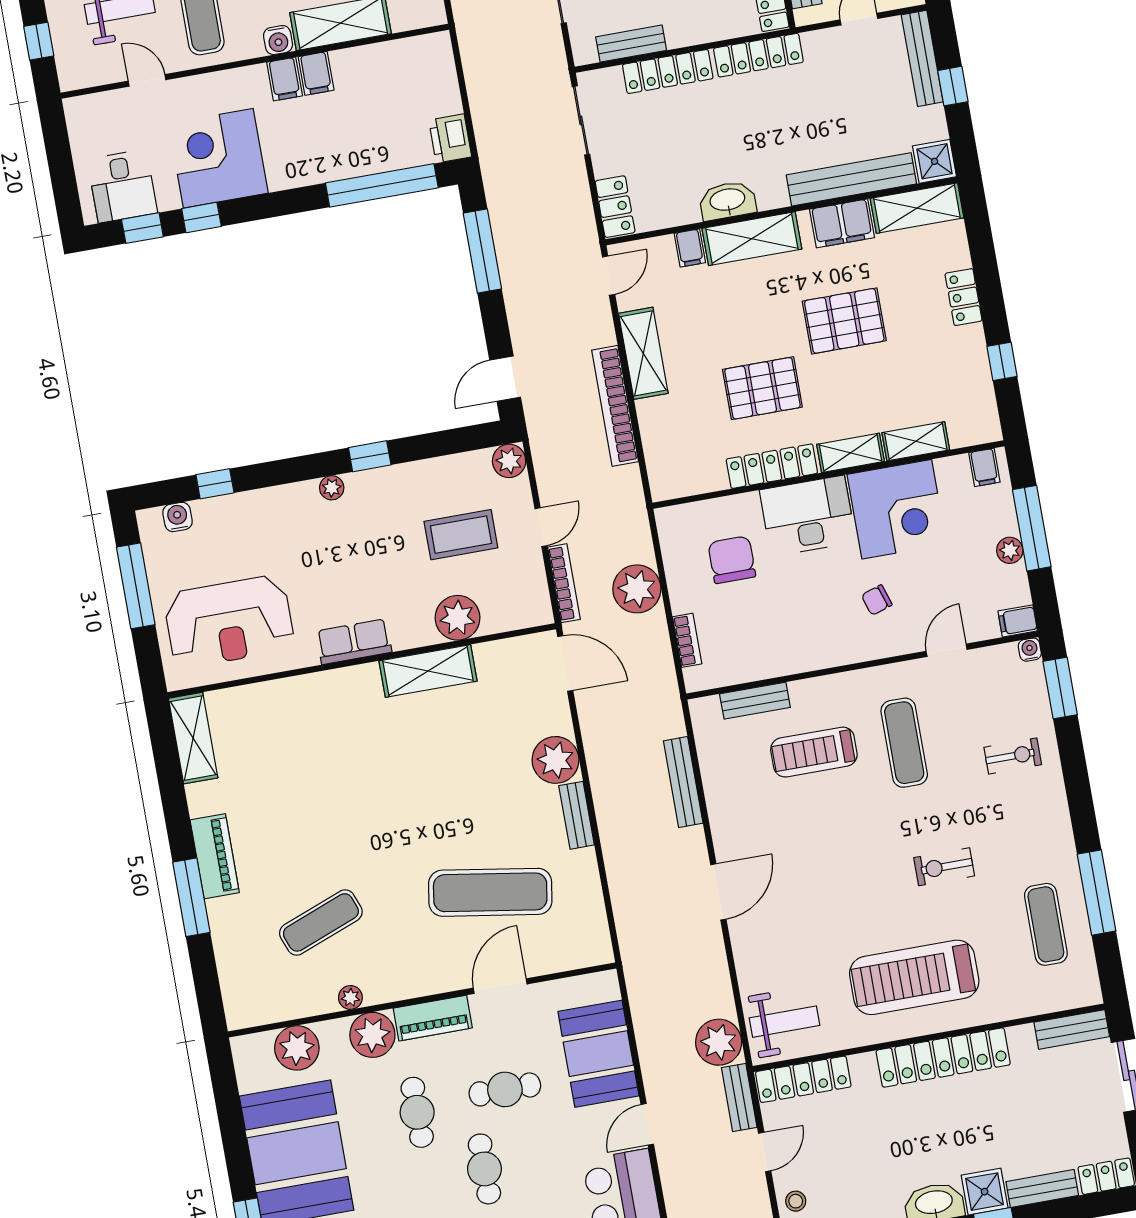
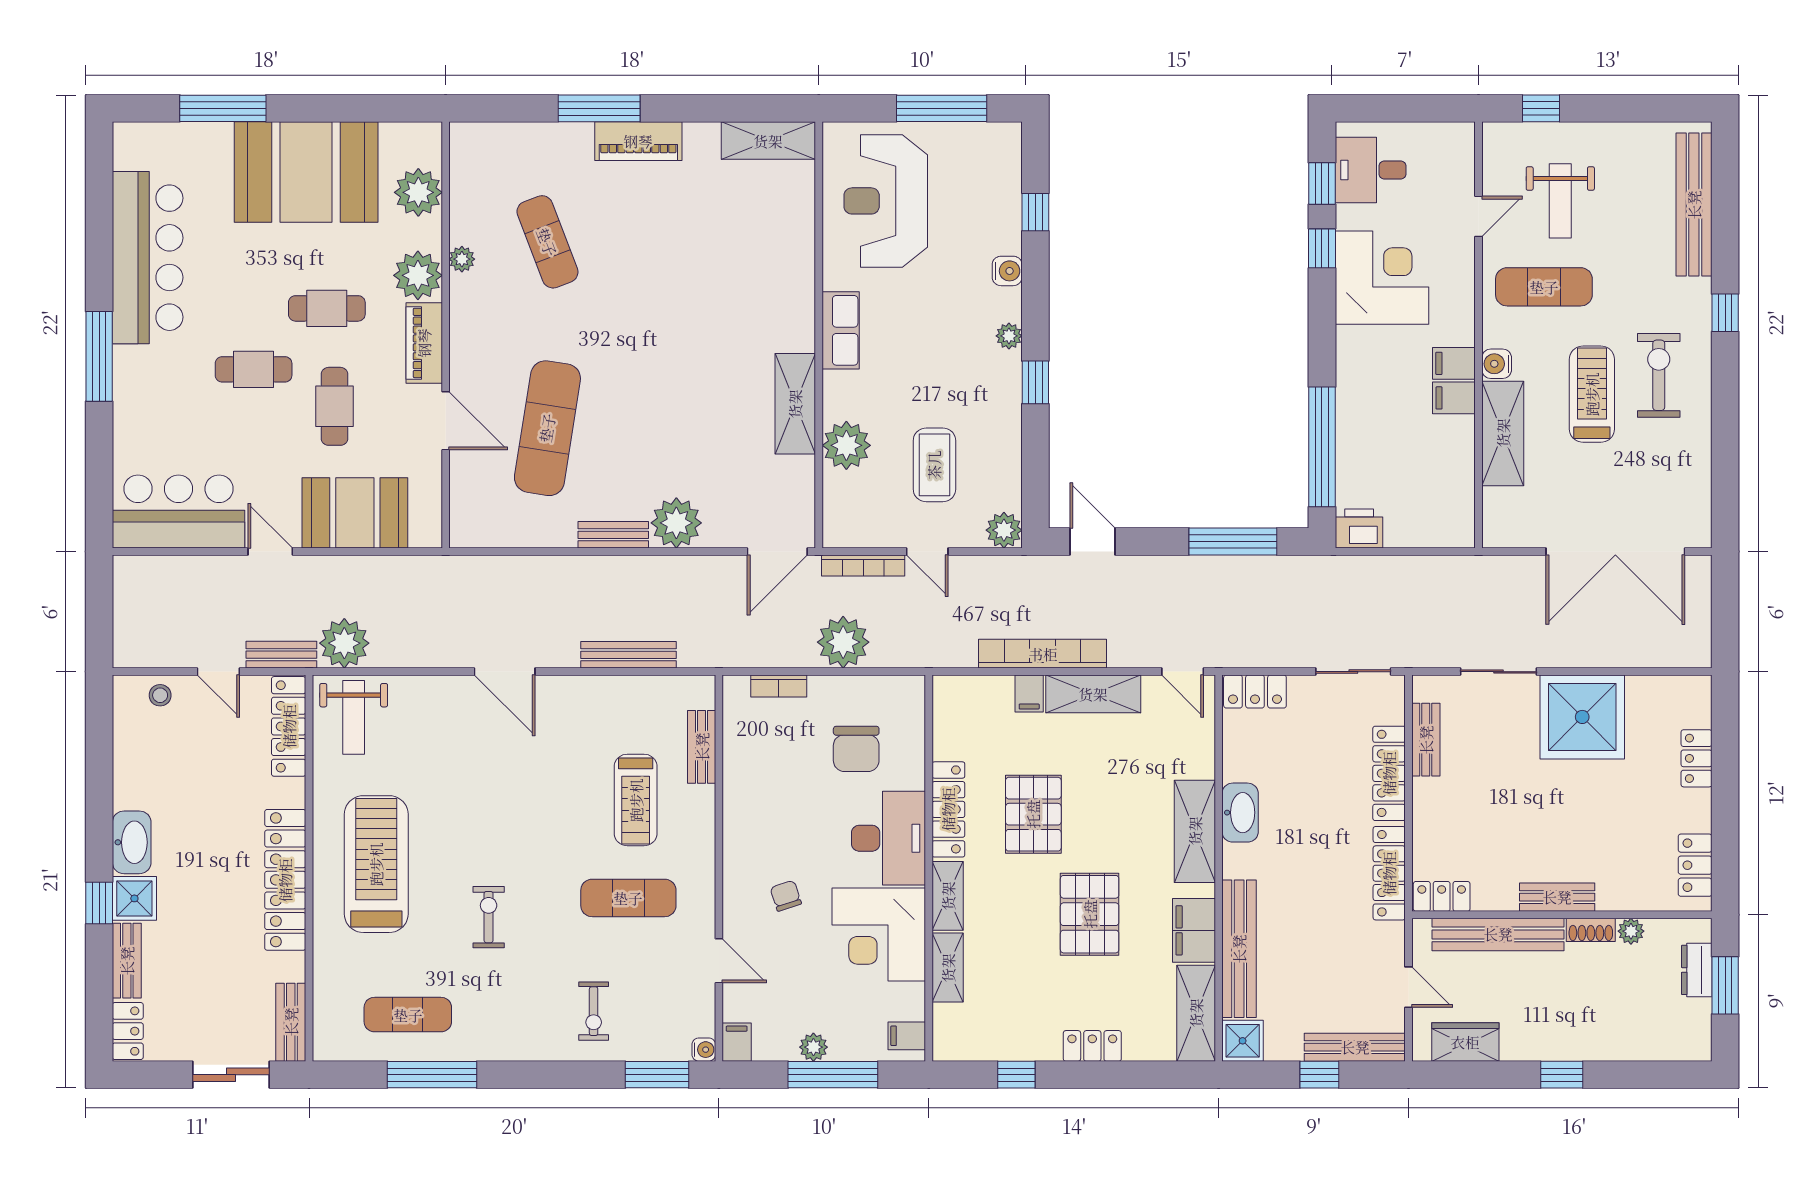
filing cabinet: (690, 248) -> (1029, 693), moved, turned -90
water cooler: (178, 517) -> (1007, 271), moved
chair: (732, 560) -> (856, 749), turned 90
treadmill: (814, 752) -> (636, 800), turned 180

